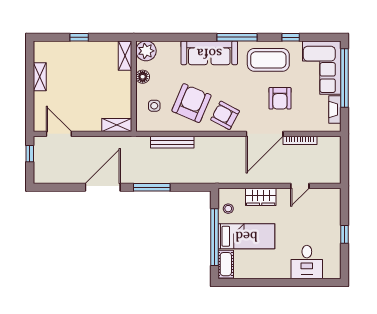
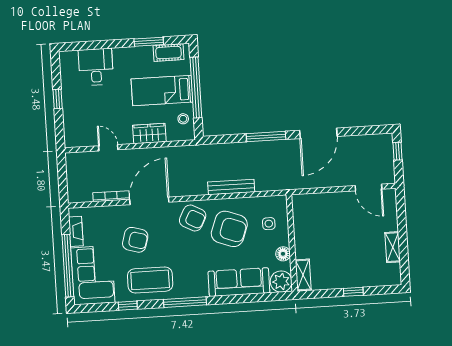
sofa: (209, 53) -> (239, 282), moved
armchair: (280, 98) -> (135, 240), turned 106
armchair: (191, 103) -> (229, 229), turned -93
shelving: (117, 125) -> (307, 201), removed
bench: (172, 142) -> (231, 187), moved
window: (30, 154) -> (397, 151), moved
door: (300, 186) -> (108, 148), hinge flipped
cot: (226, 264) -> (168, 53), moved, turned 90
window: (256, 283) -> (149, 42), added

